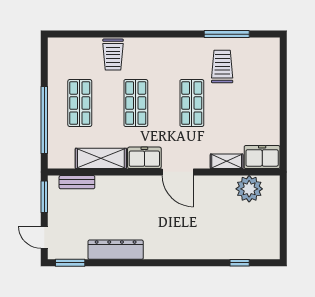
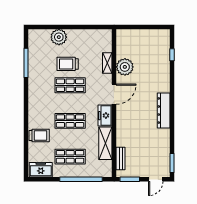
trolley: (222, 66) -> (68, 64), moved
plant: (267, 85) -> (59, 37), added
freezer: (262, 157) -> (41, 170), moved, turned 90
plant: (249, 189) -> (125, 67), moved
dresser: (116, 250) -> (164, 111), moved

